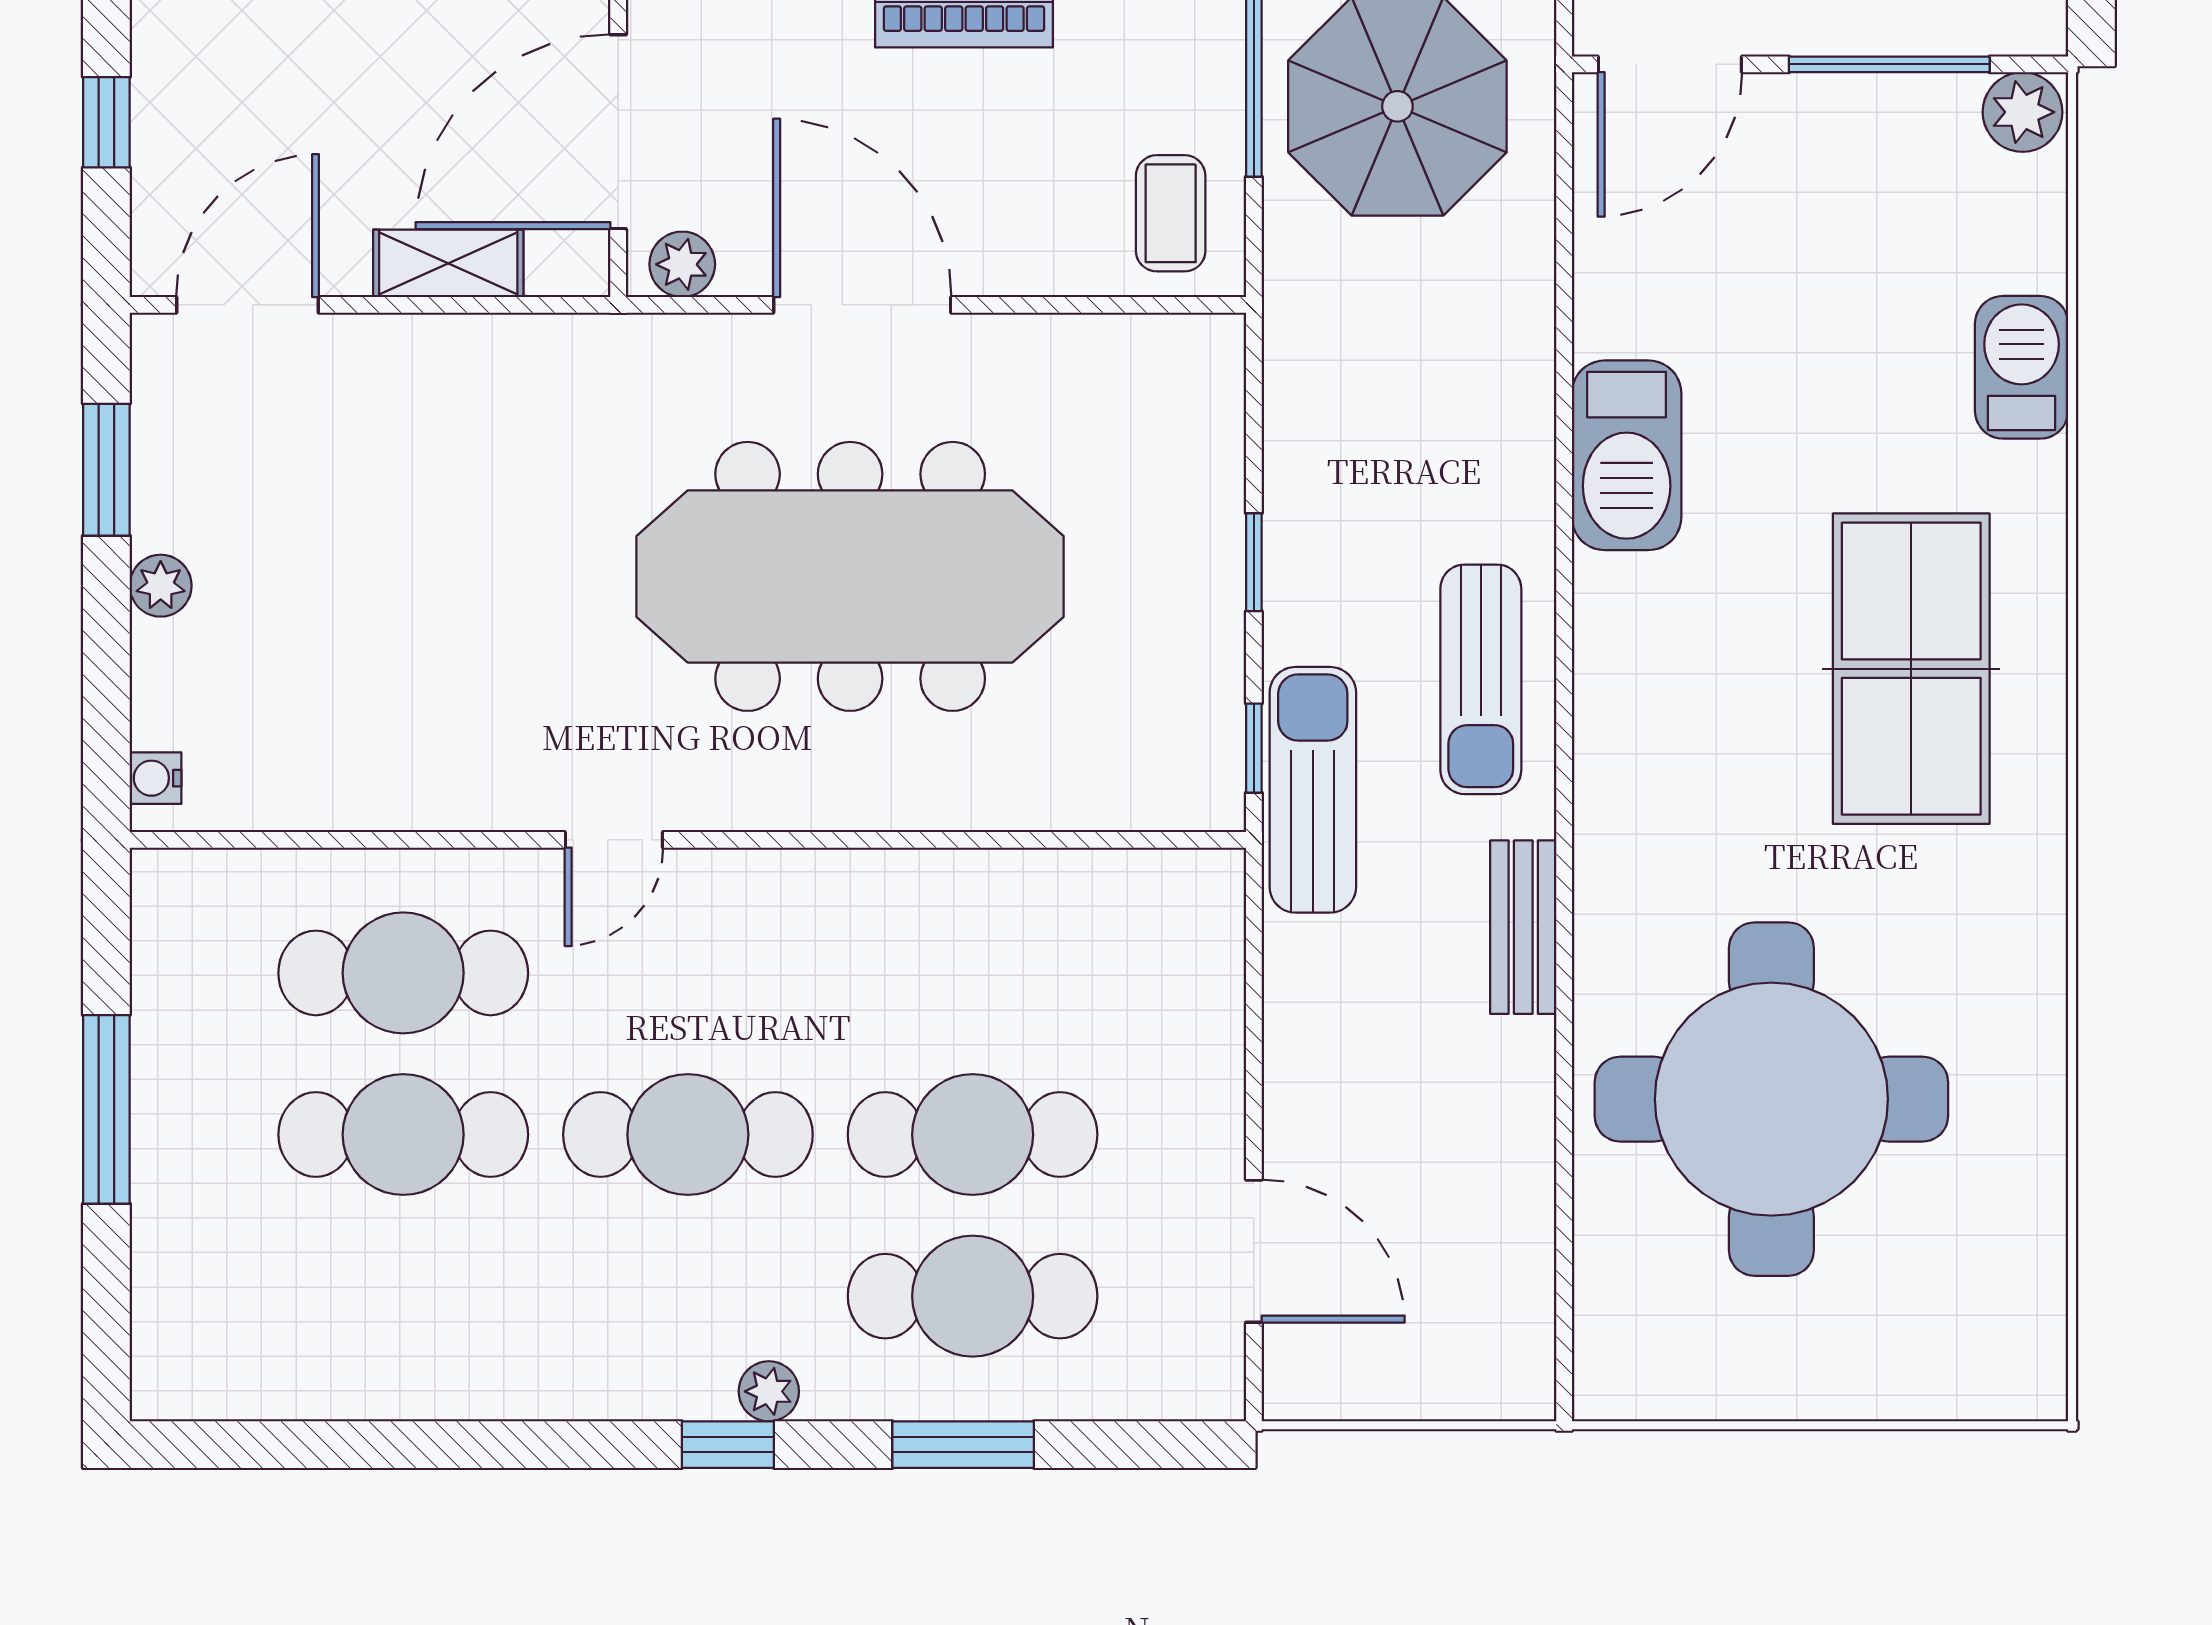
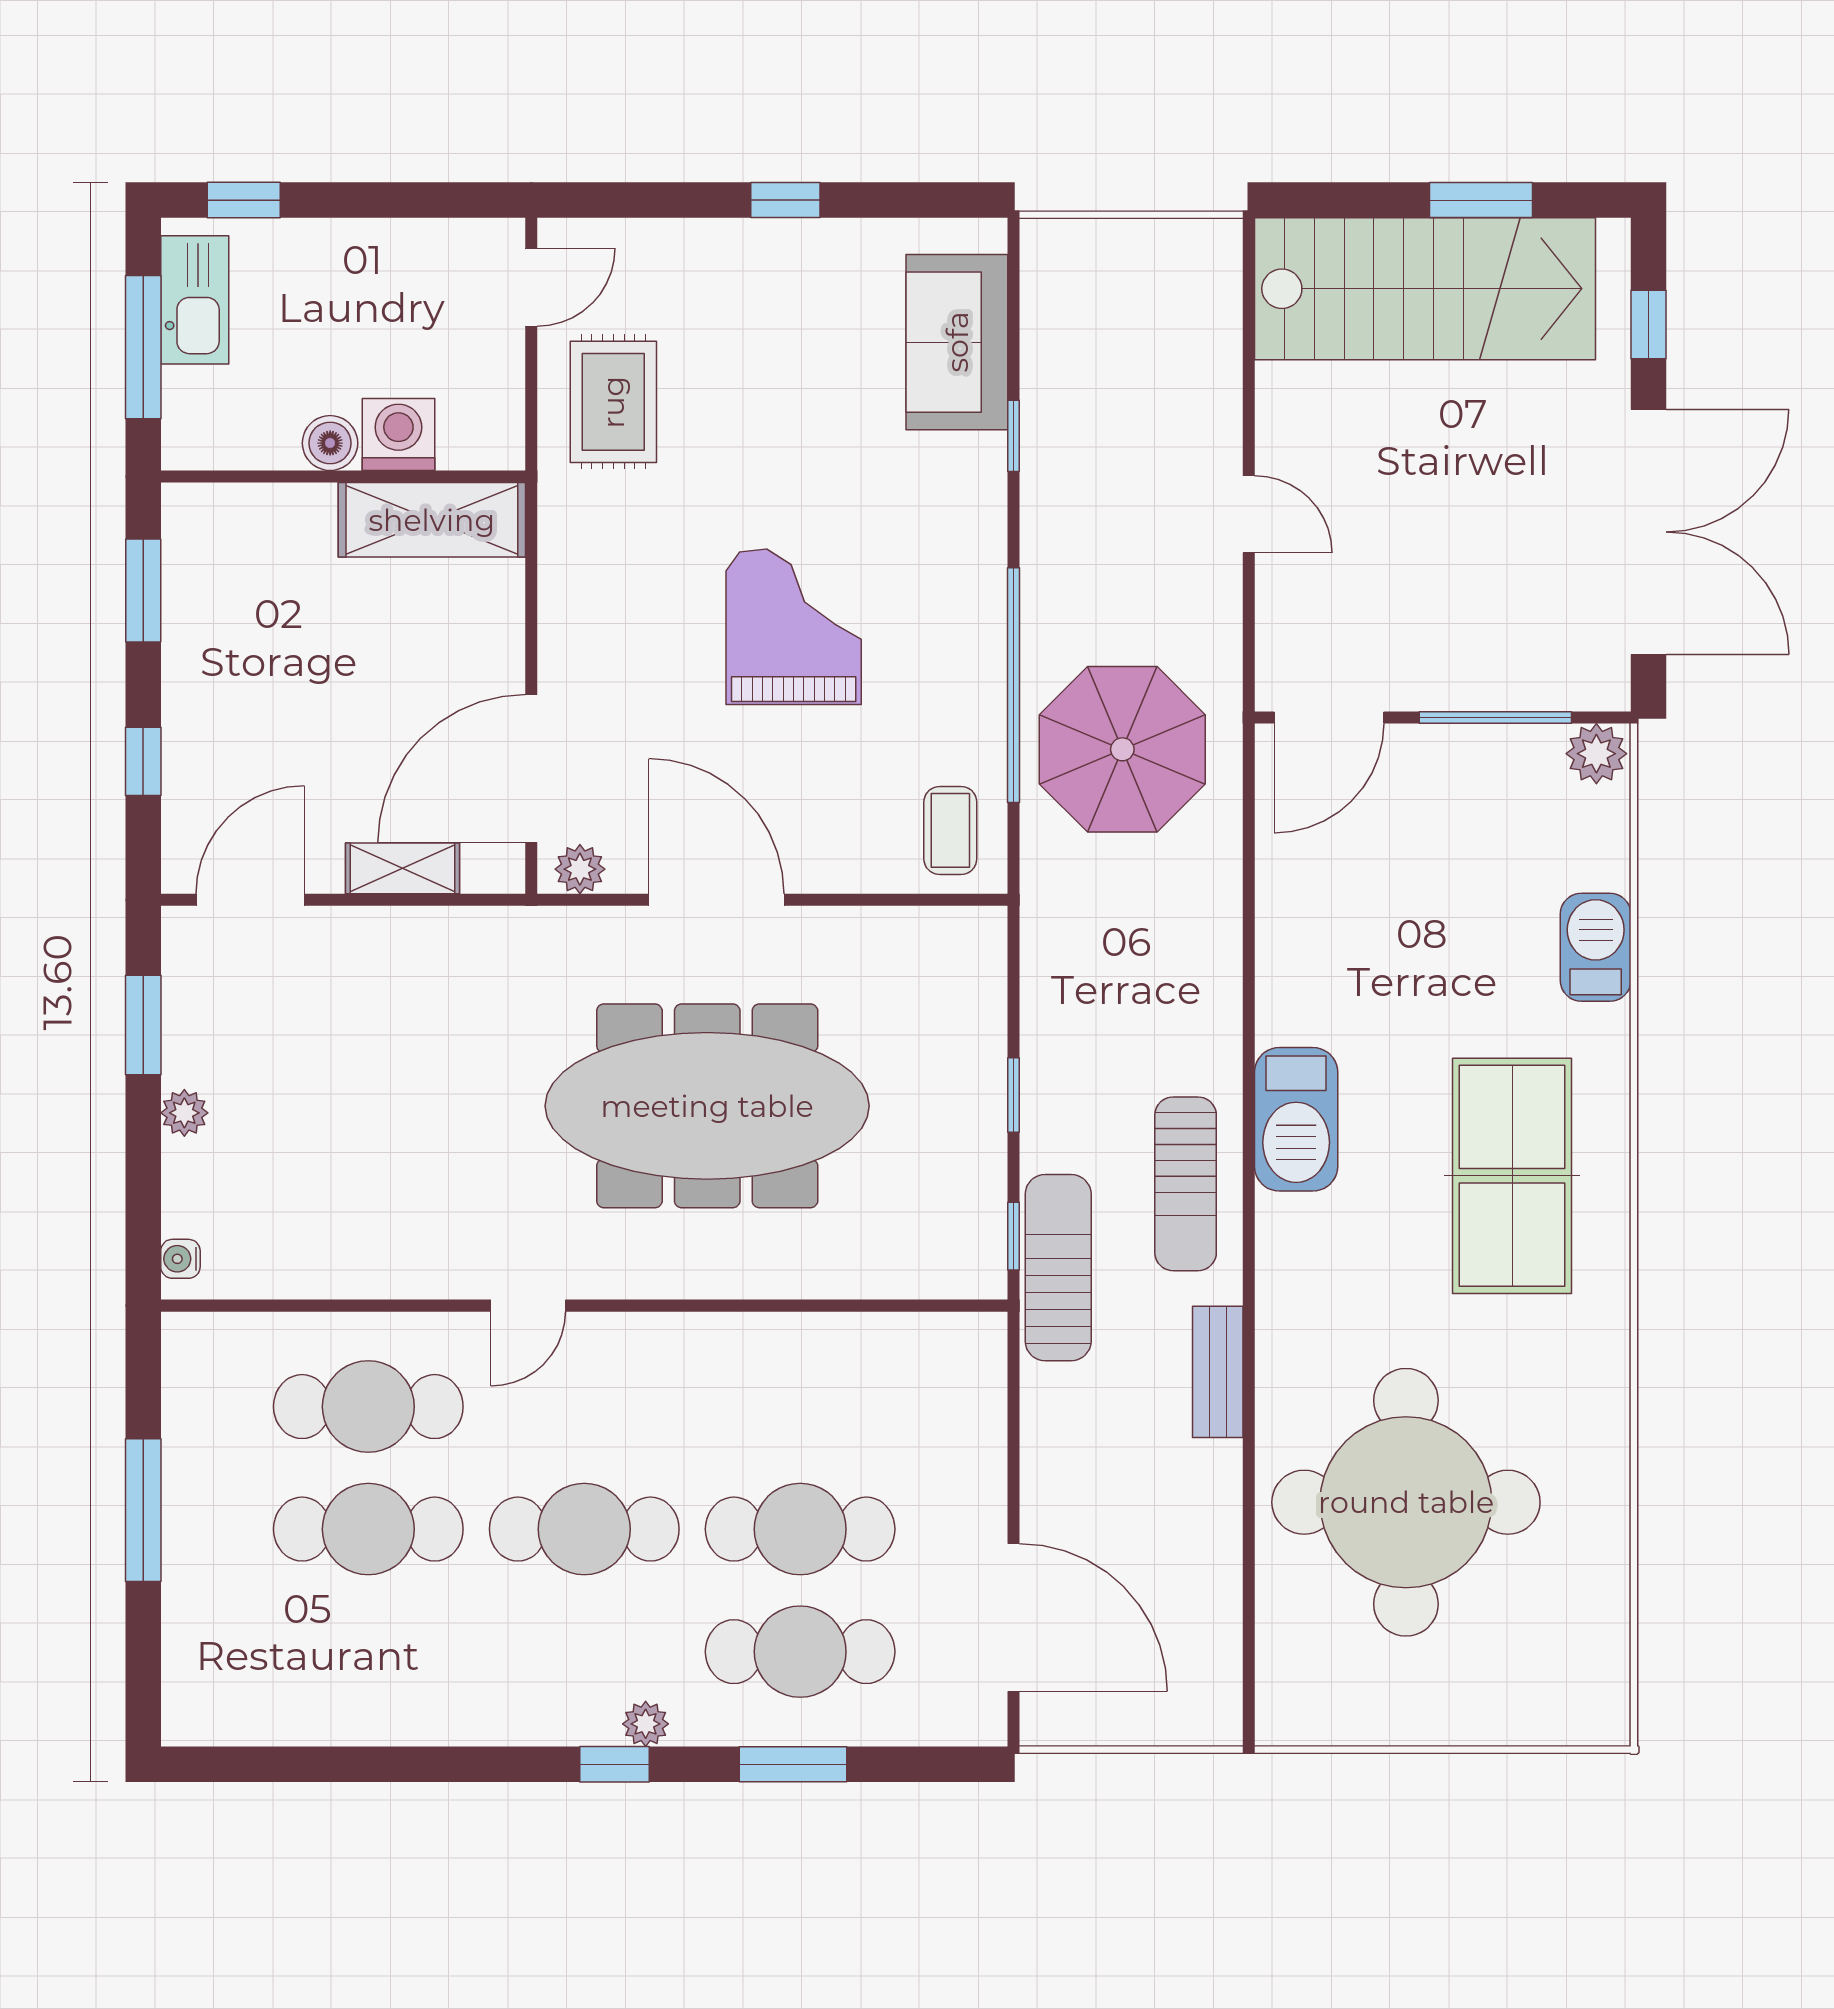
barbecue: (1627, 455) -> (1296, 1119), moved
door: (1254, 1251) -> (1013, 1617), width x1.36

